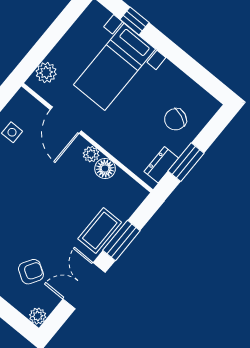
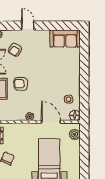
floor lamp: (105, 168) -> (75, 115), moved
armchair: (64, 214) -> (21, 84), added

